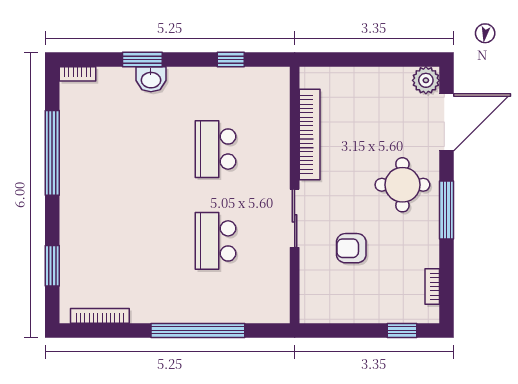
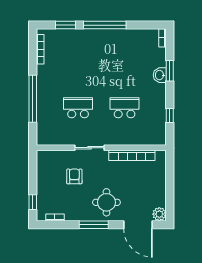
window: (52, 153) -> (105, 25), moved

